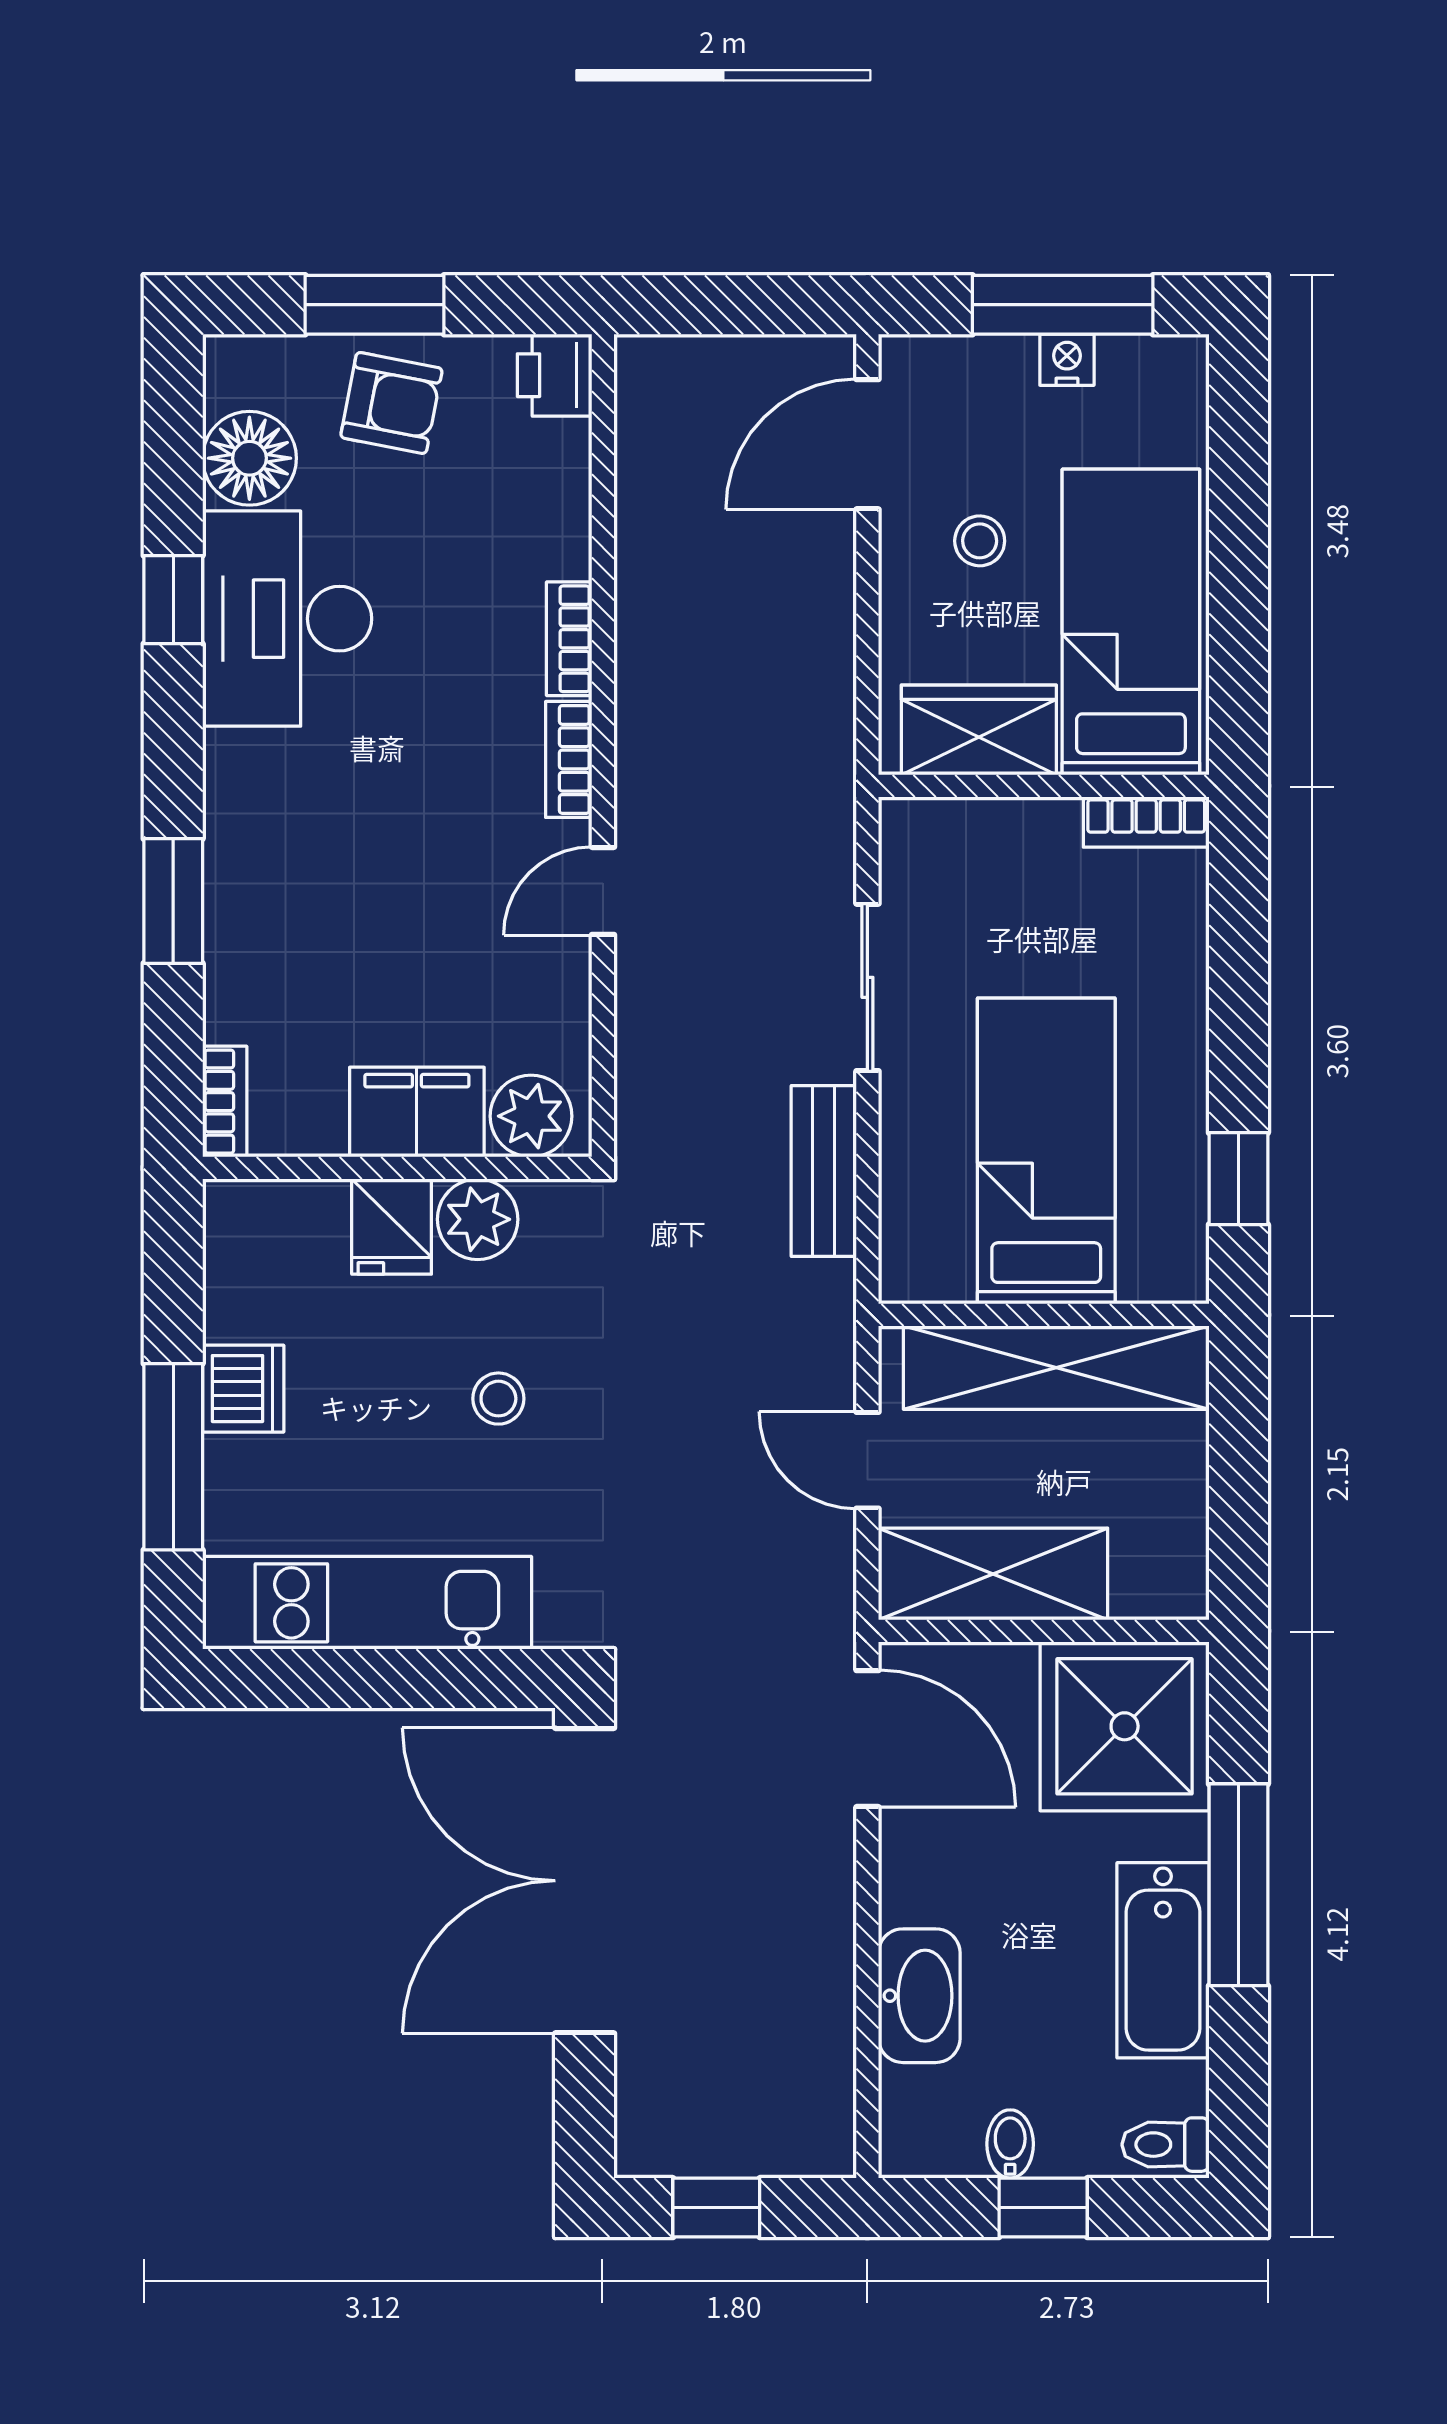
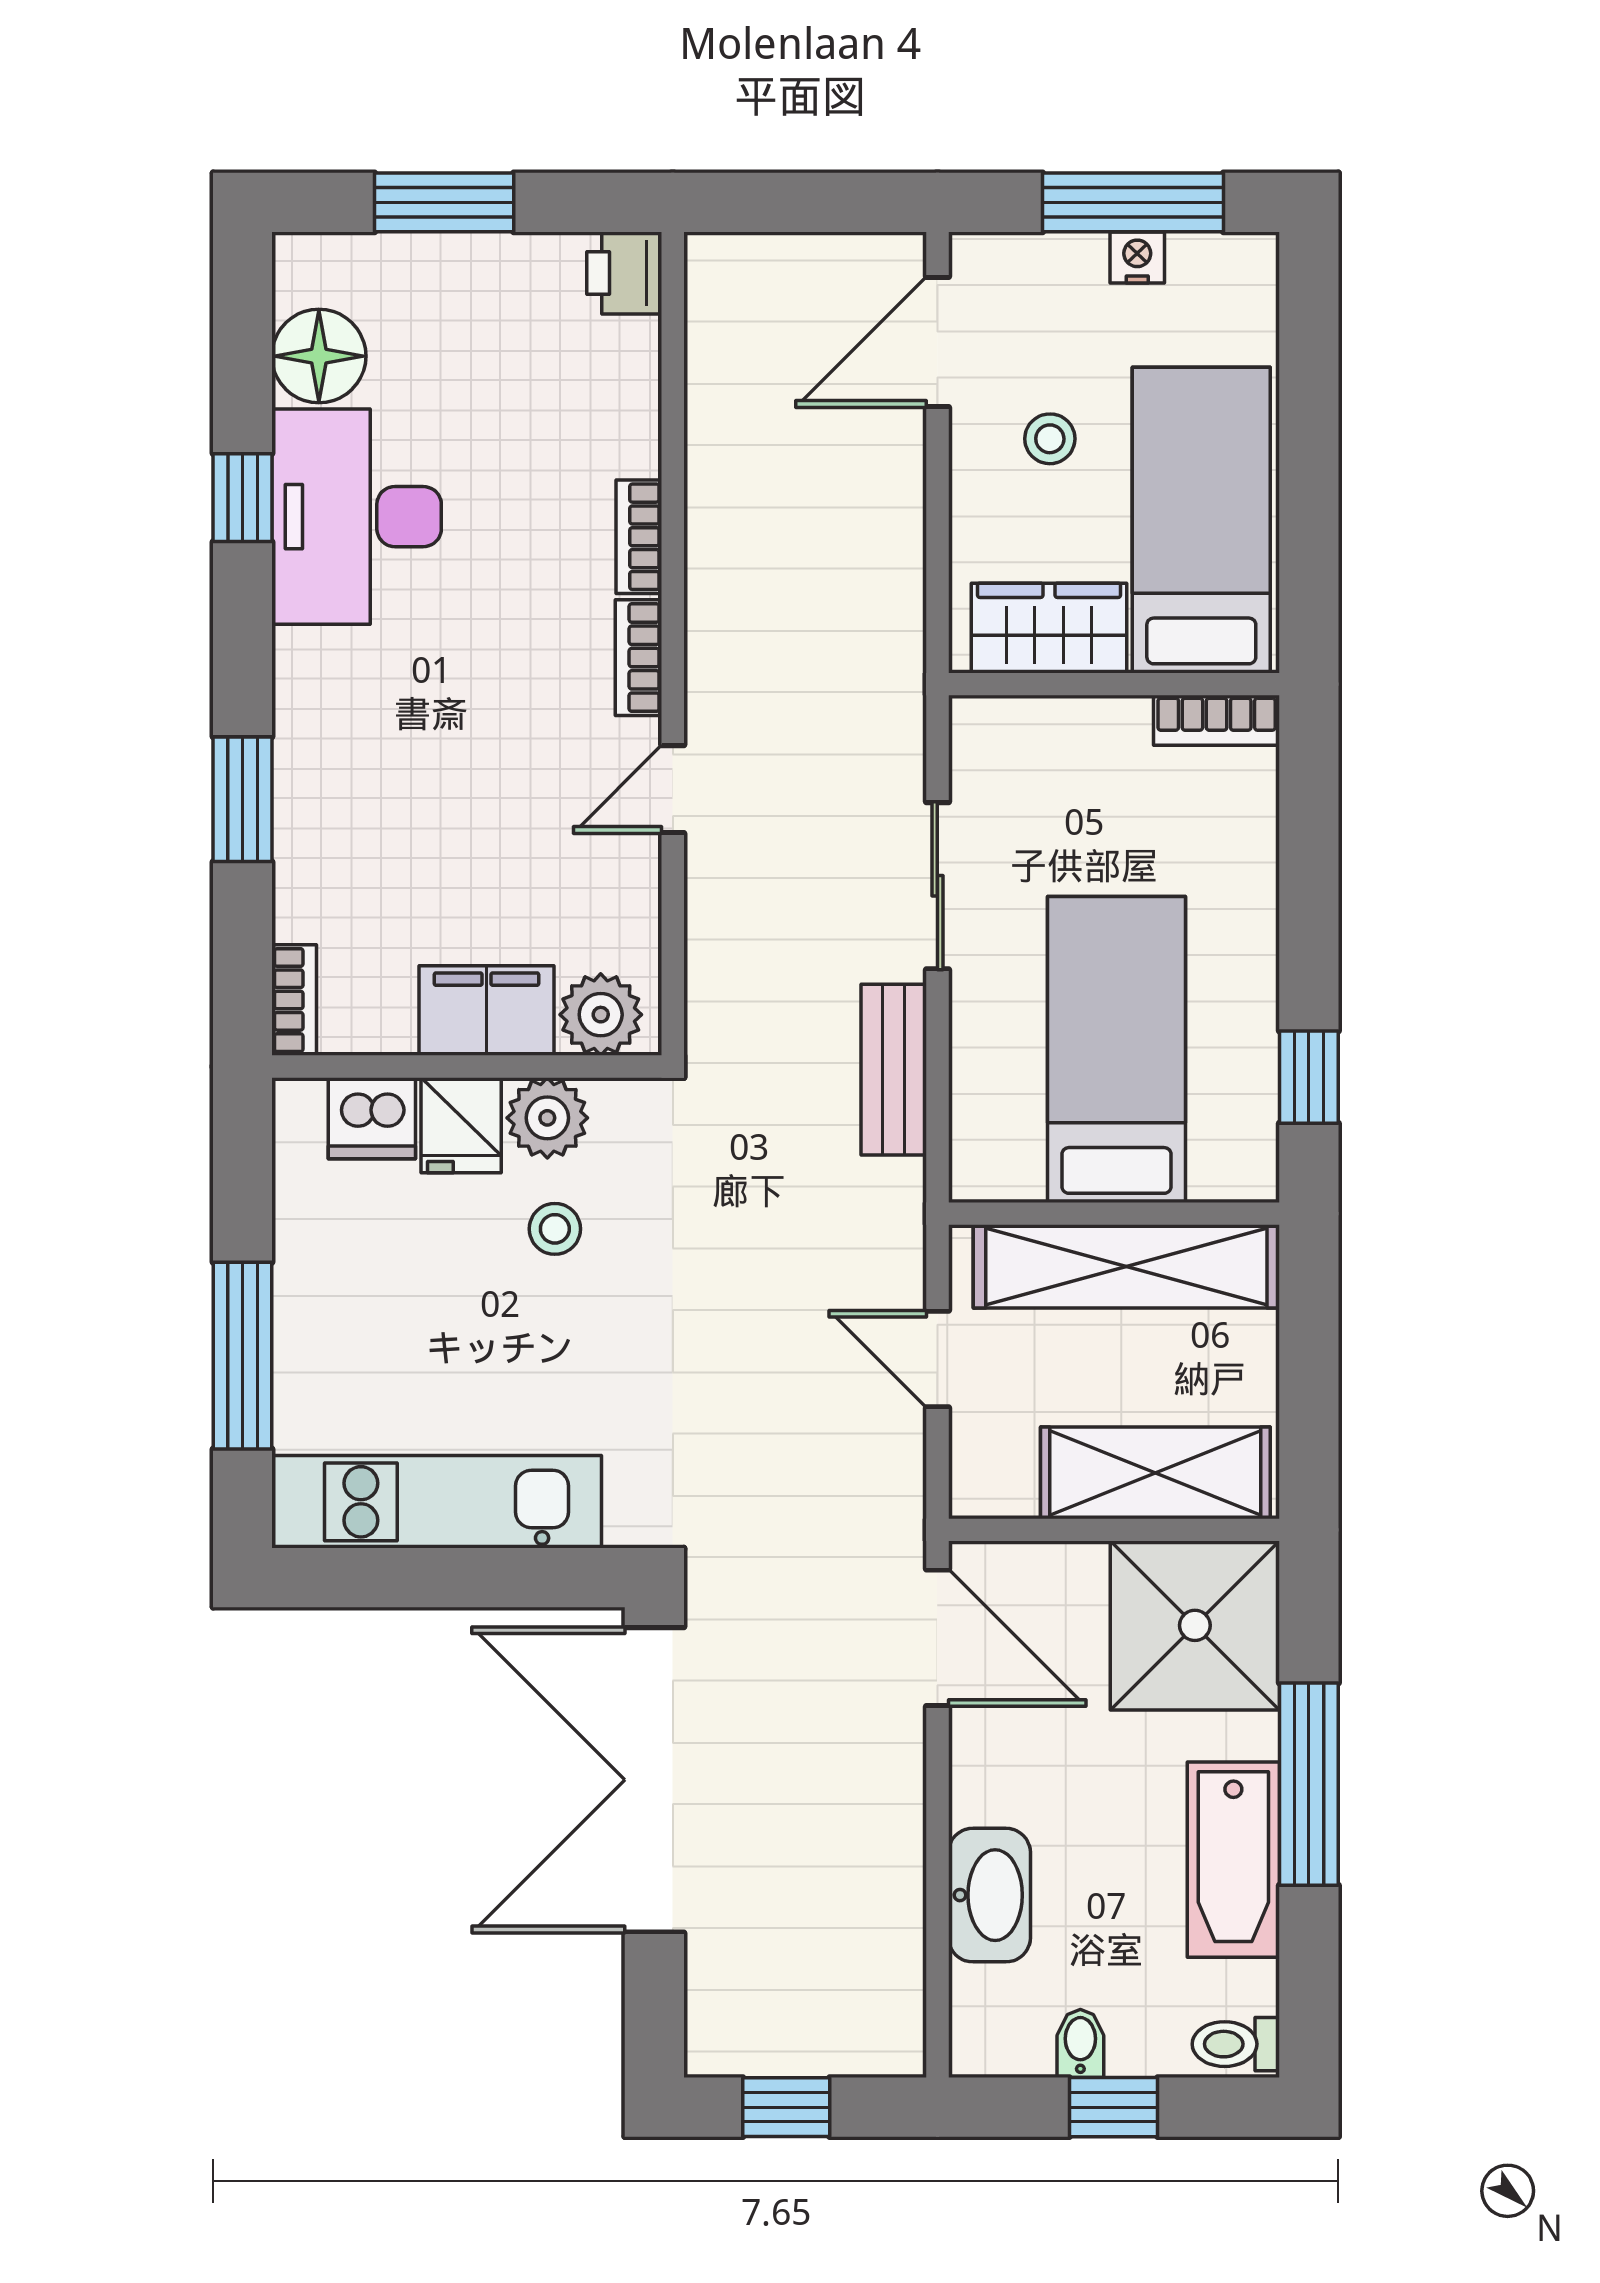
armchair: (391, 403) -> (461, 301), removed
dishwasher: (243, 1389) -> (372, 1118), moved, turned 90
stool: (498, 1399) -> (555, 1229), moved
shelving: (993, 1574) -> (1155, 1473), moved

